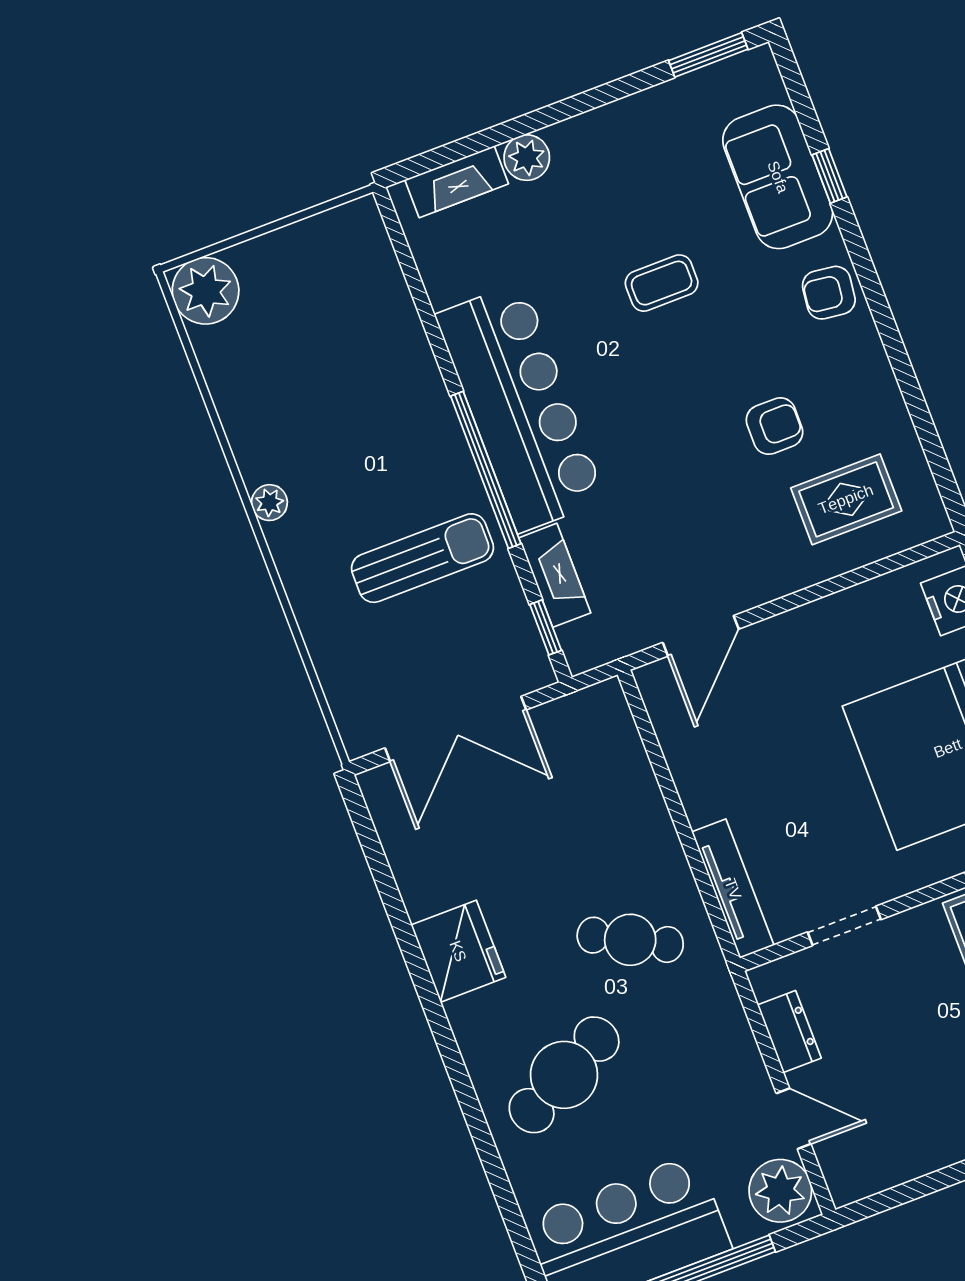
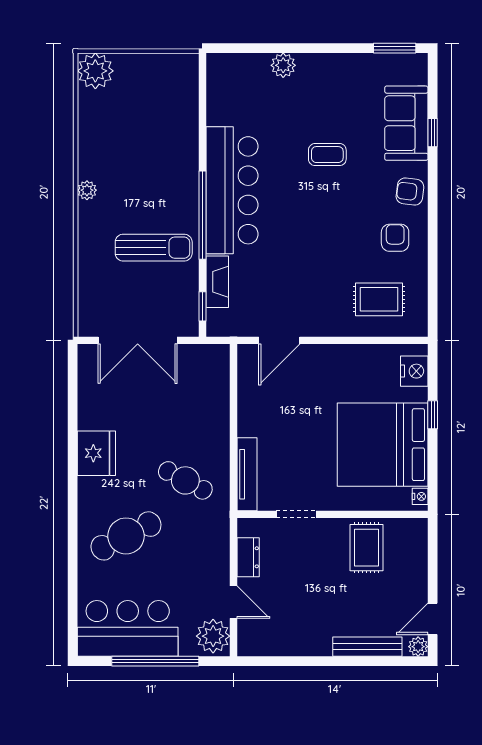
fireplace: (457, 182) -> (243, 64), removed
armchair: (774, 426) -> (395, 238), moved, turned -90

